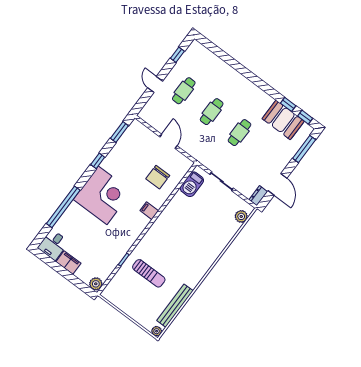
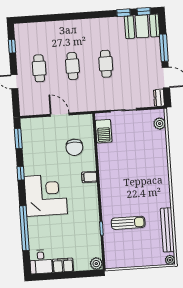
booth: (283, 120) -> (142, 26), moved
window: (304, 149) -> (164, 48), moved

